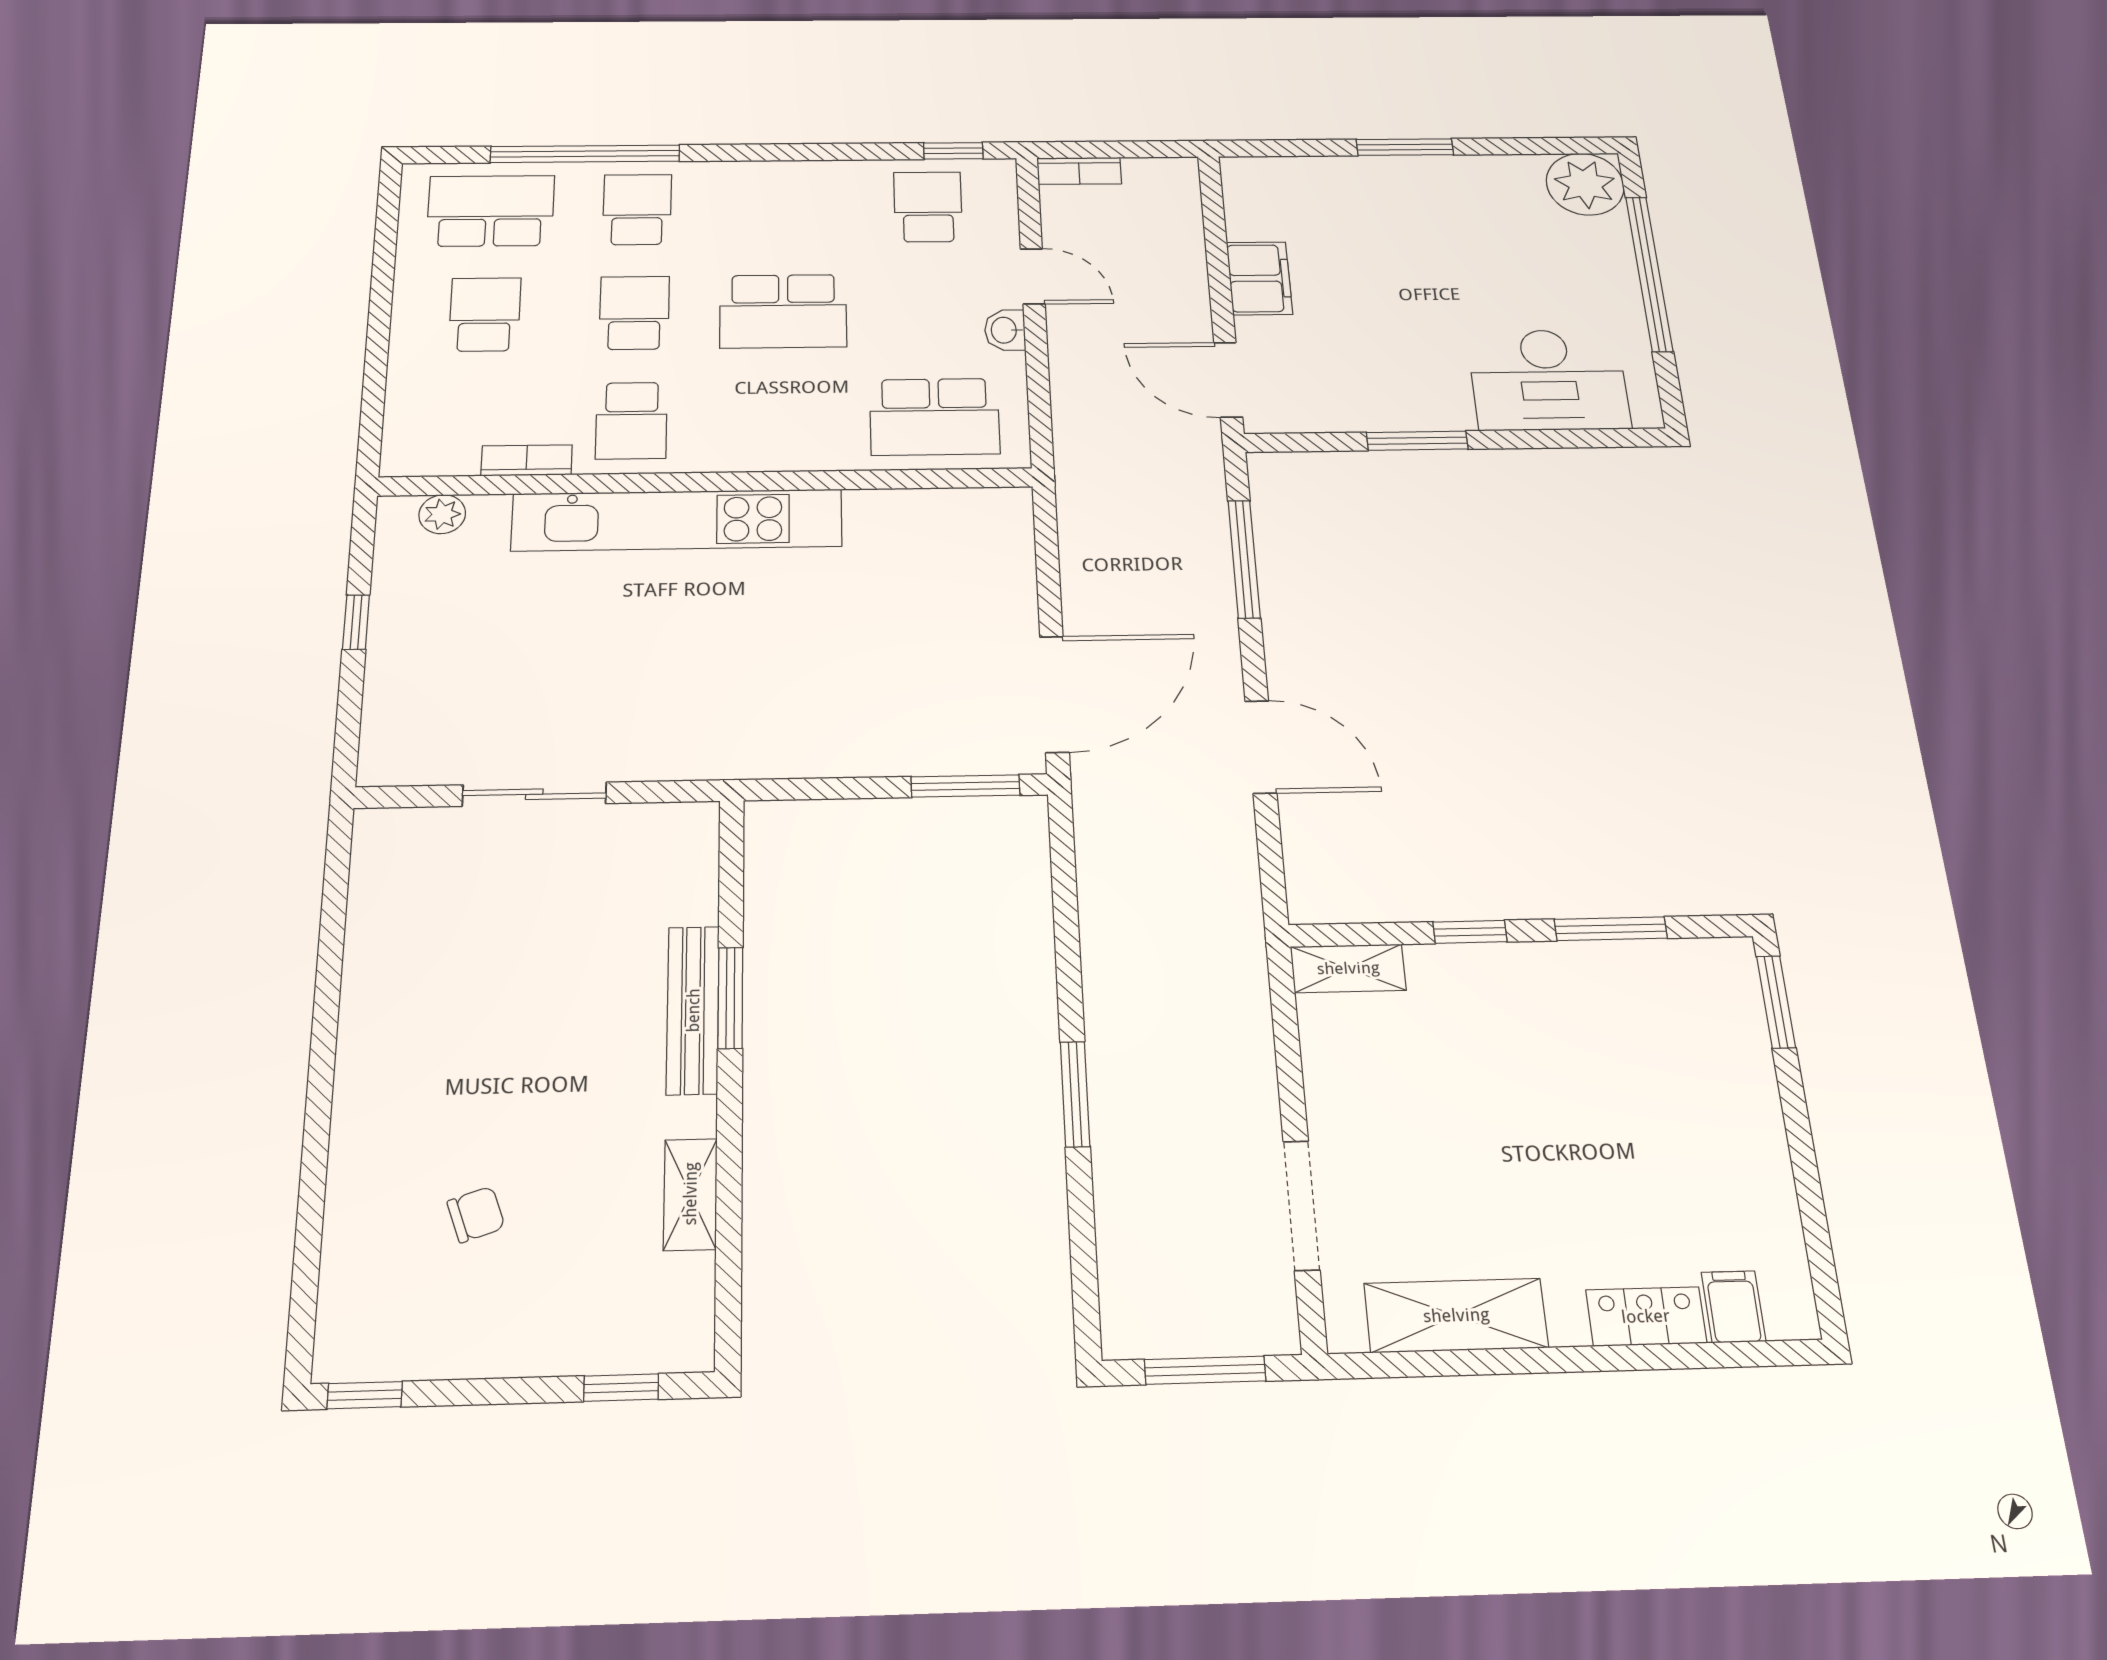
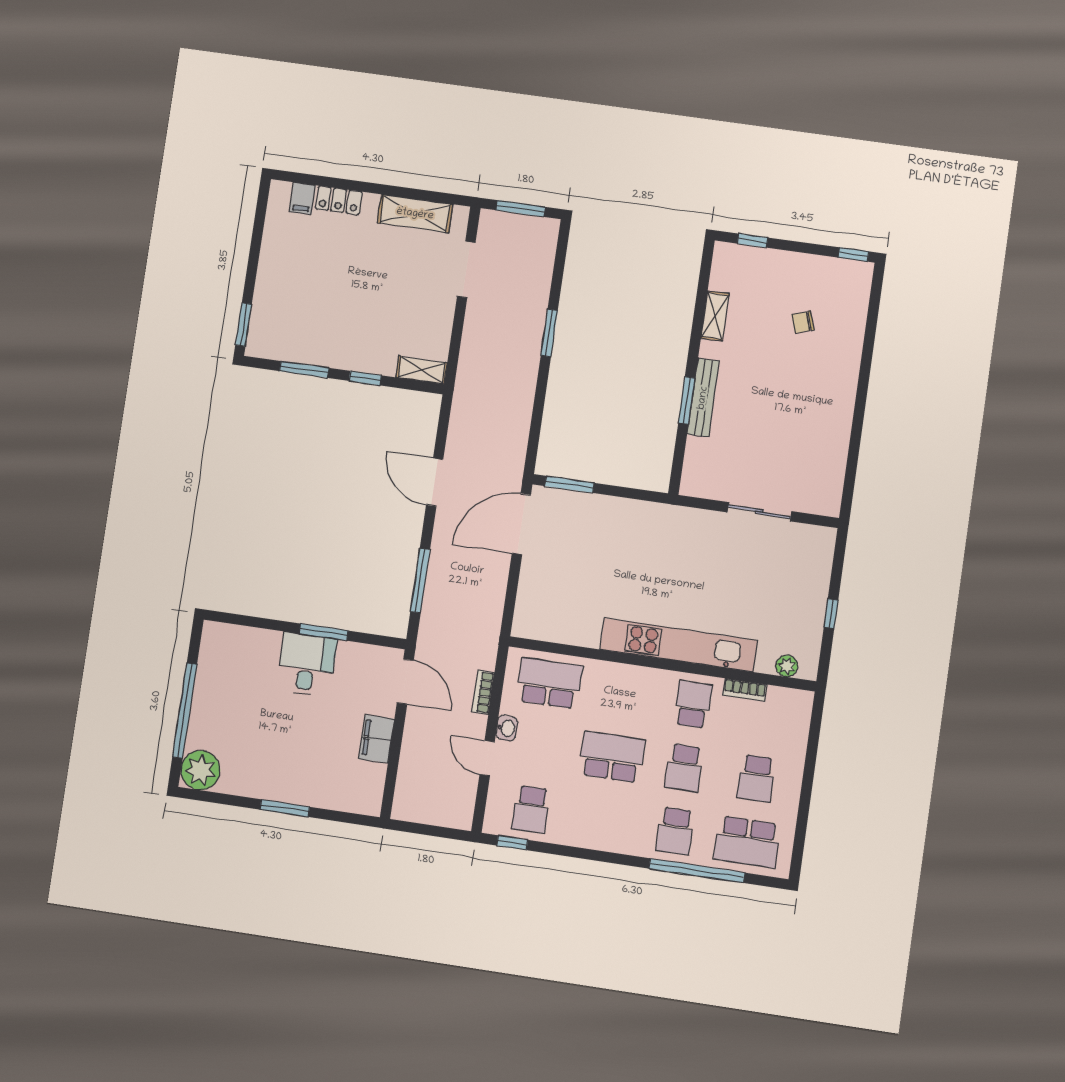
bookcase: (1079, 171) -> (483, 692), moved, turned -90
desk: (1548, 380) -> (307, 665), moved, width x0.73

